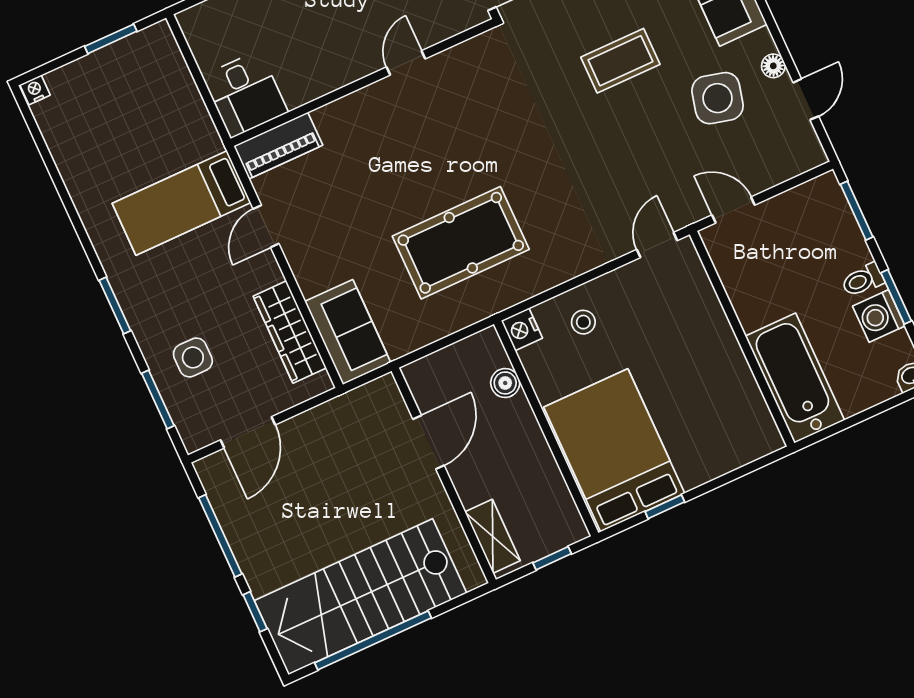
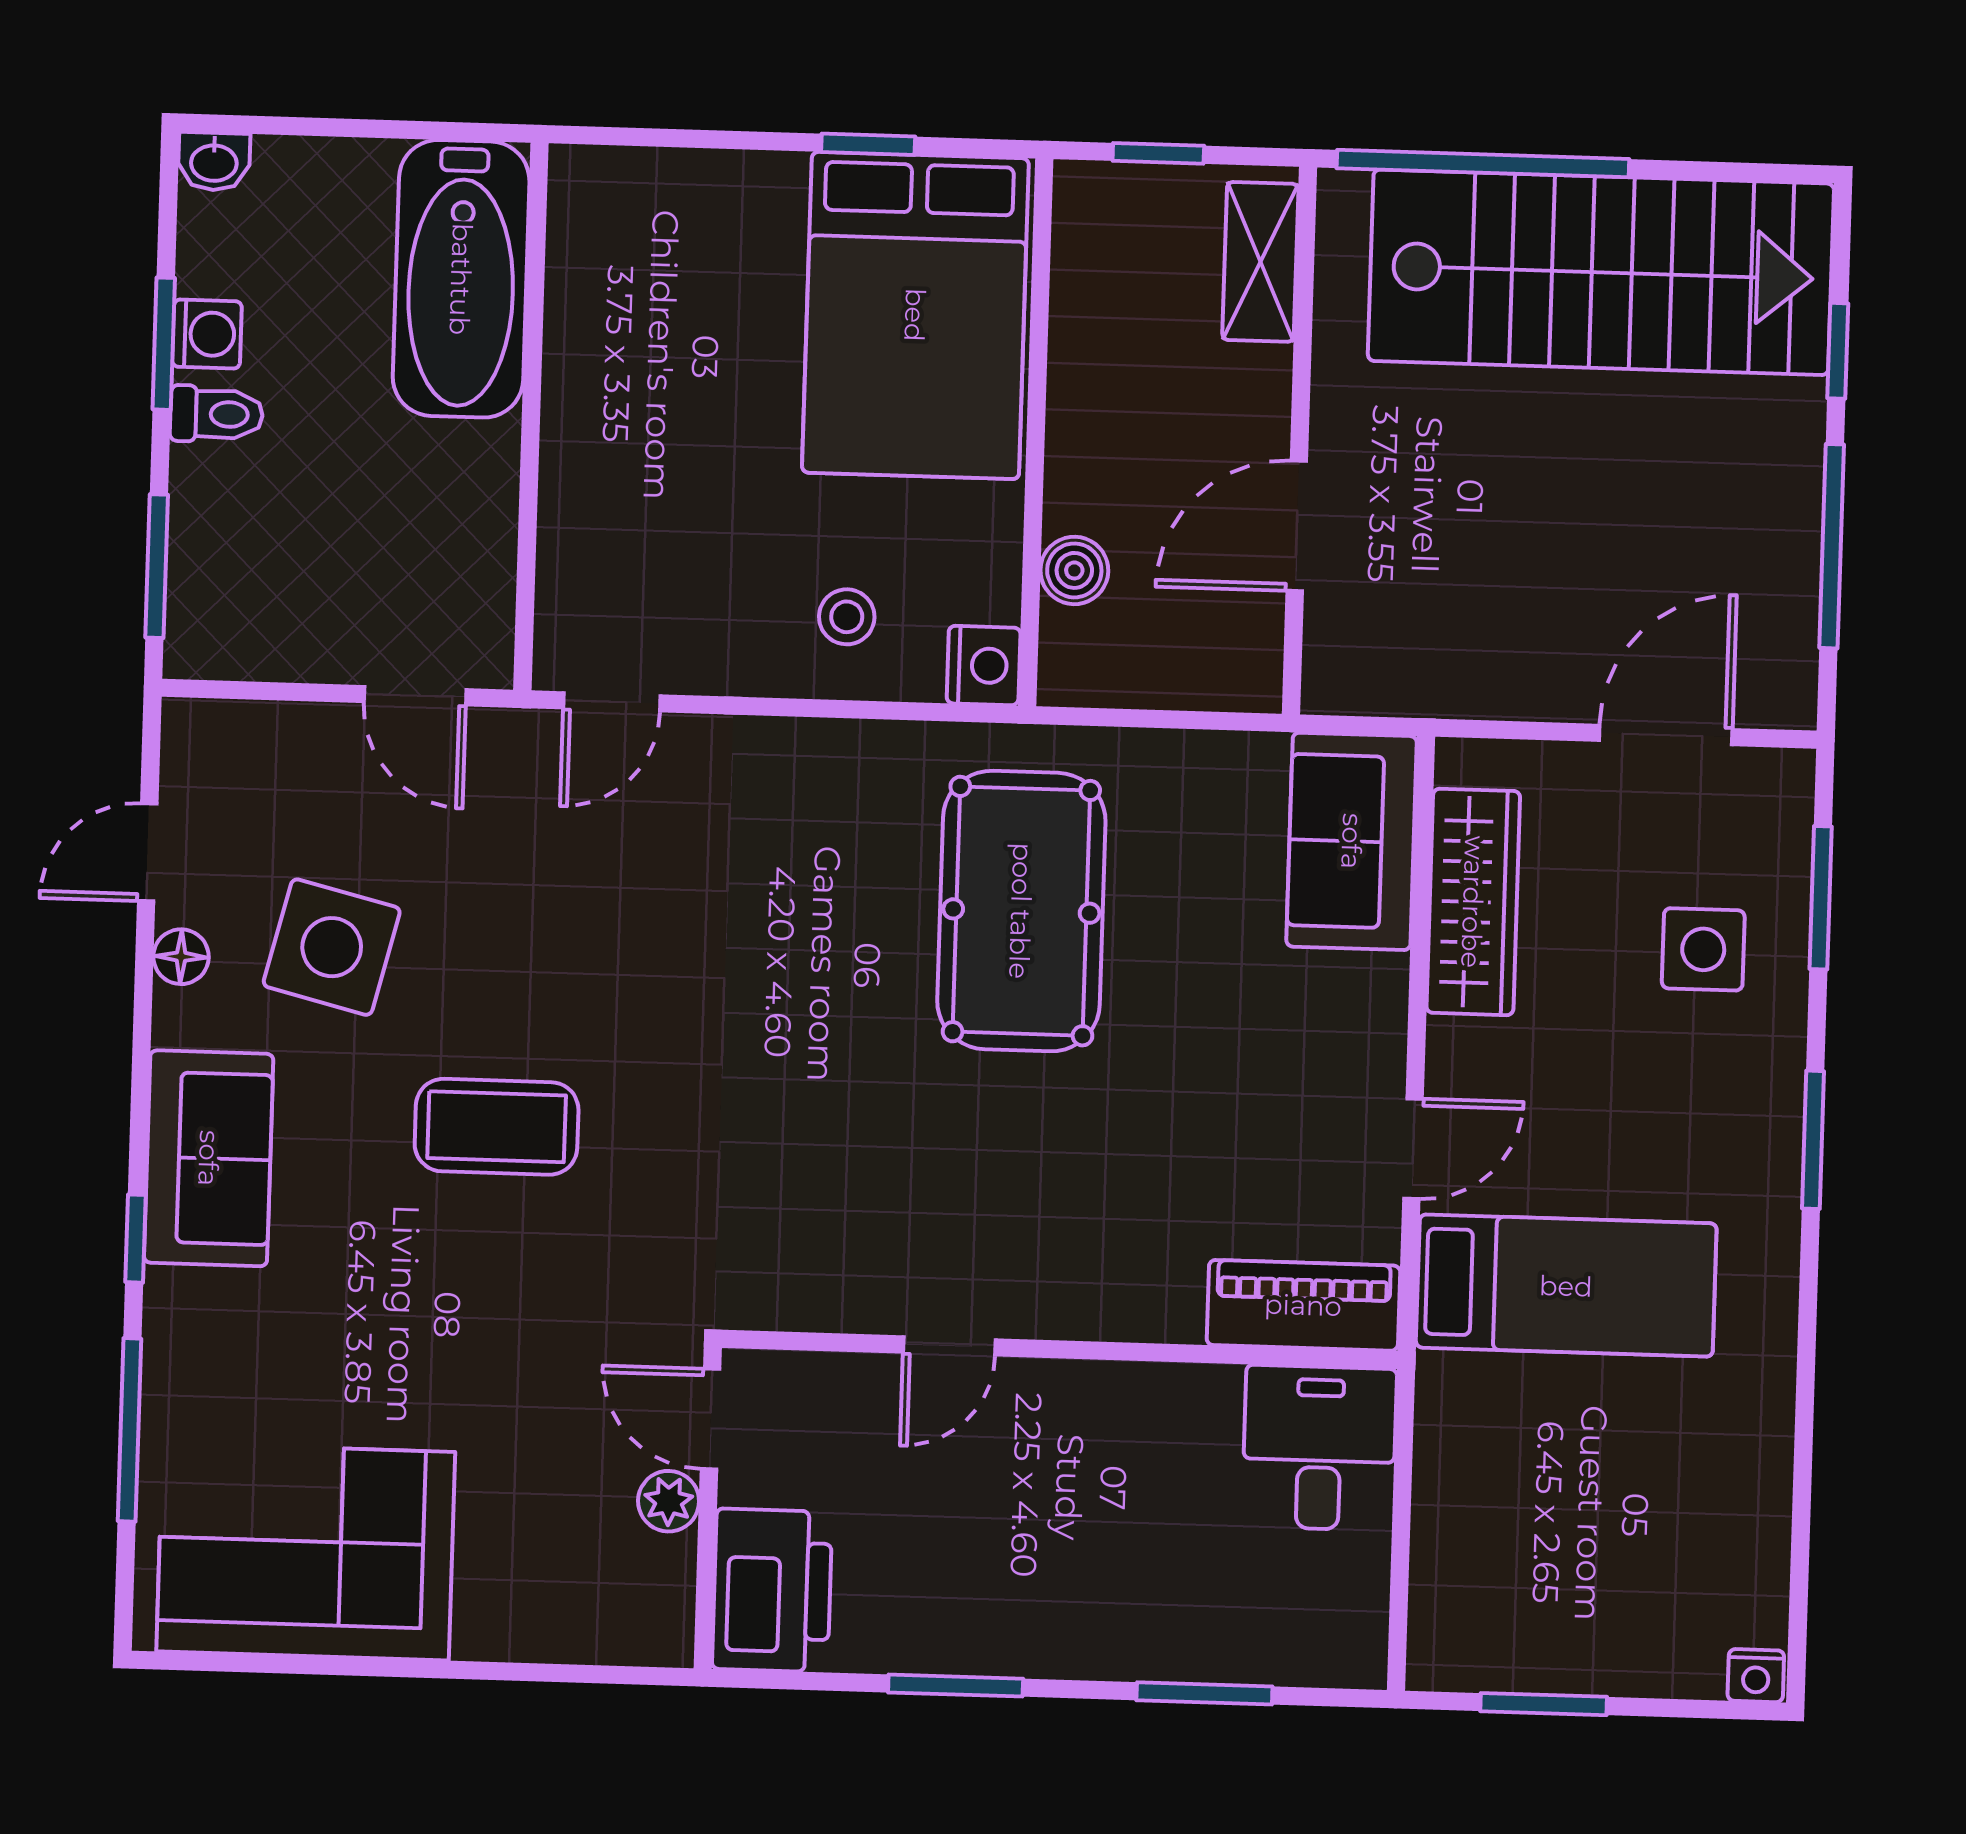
pool table: (461, 243) -> (1021, 911), turned 90
washing machine: (879, 316) -> (207, 334), width x0.73, depth x0.73
window: (373, 640) -> (1483, 164), moved

